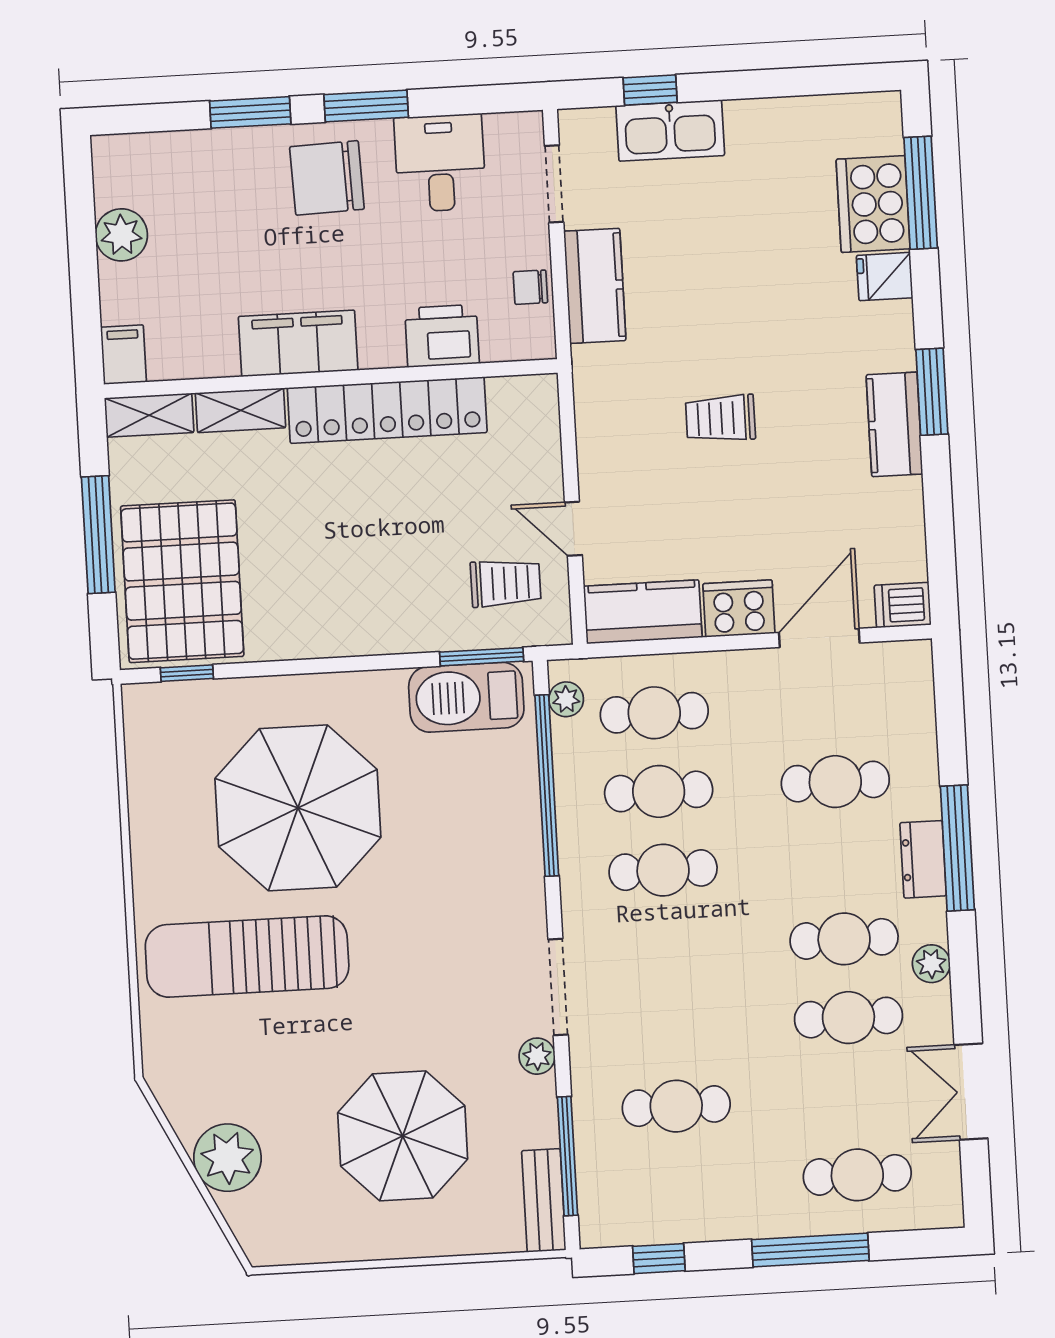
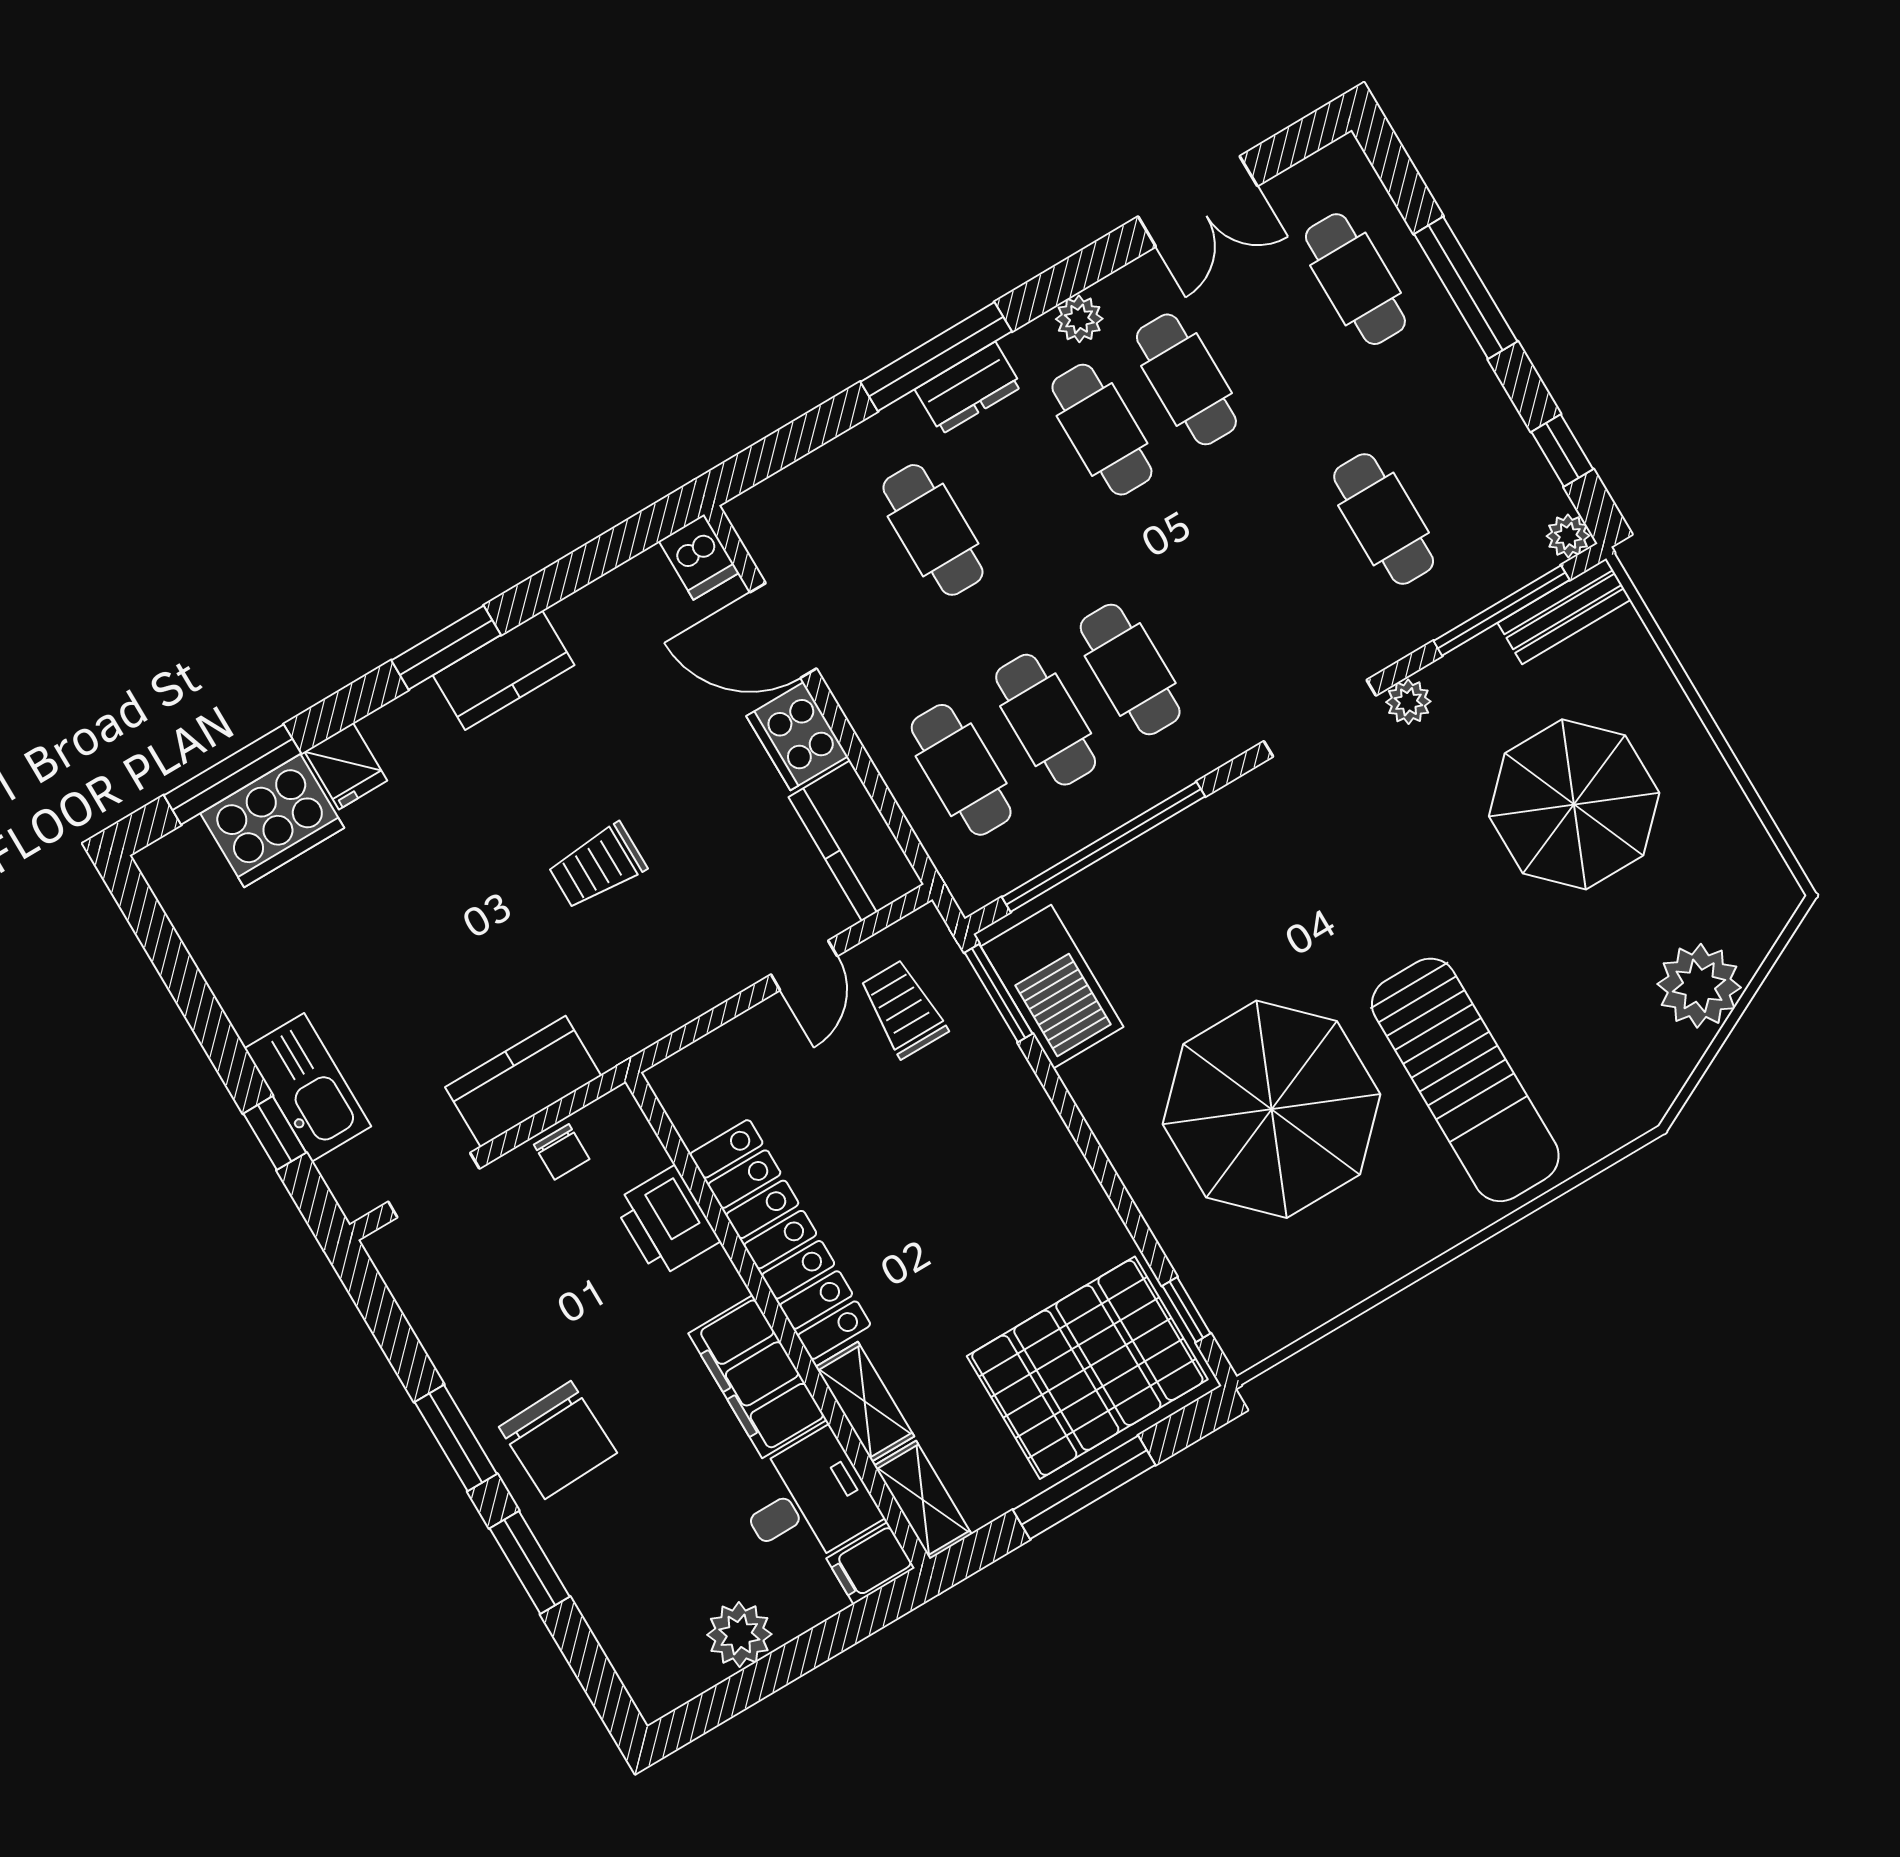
desk: (440, 163) -> (806, 1501), moved, turned 180
trolley: (720, 418) -> (597, 866), turned 90
plant: (566, 699) -> (1568, 536), moved

